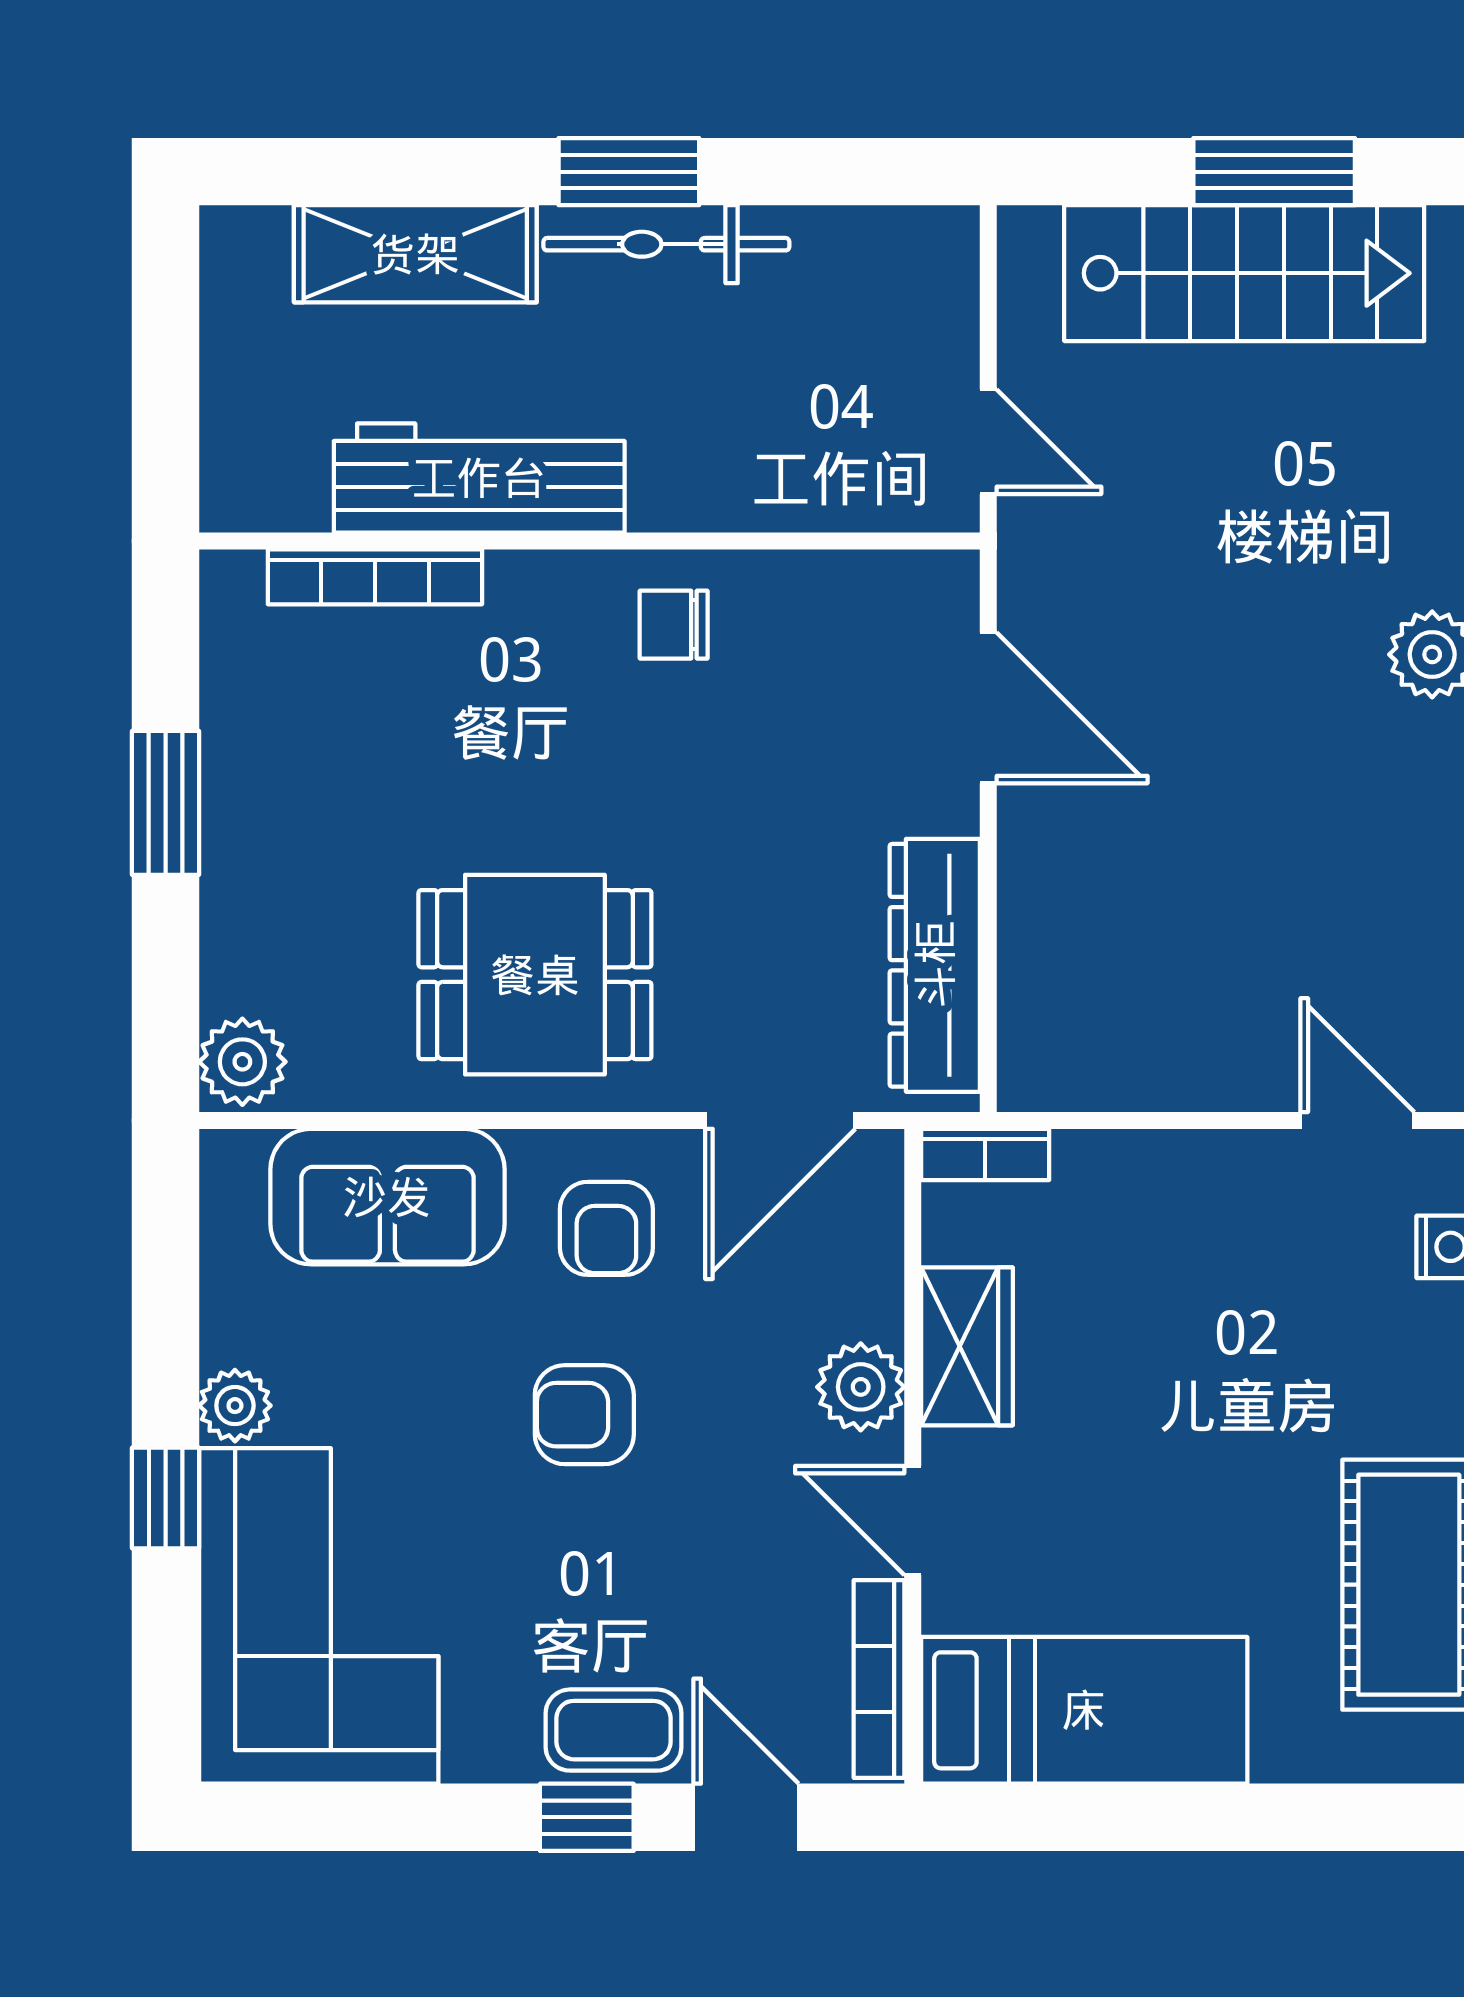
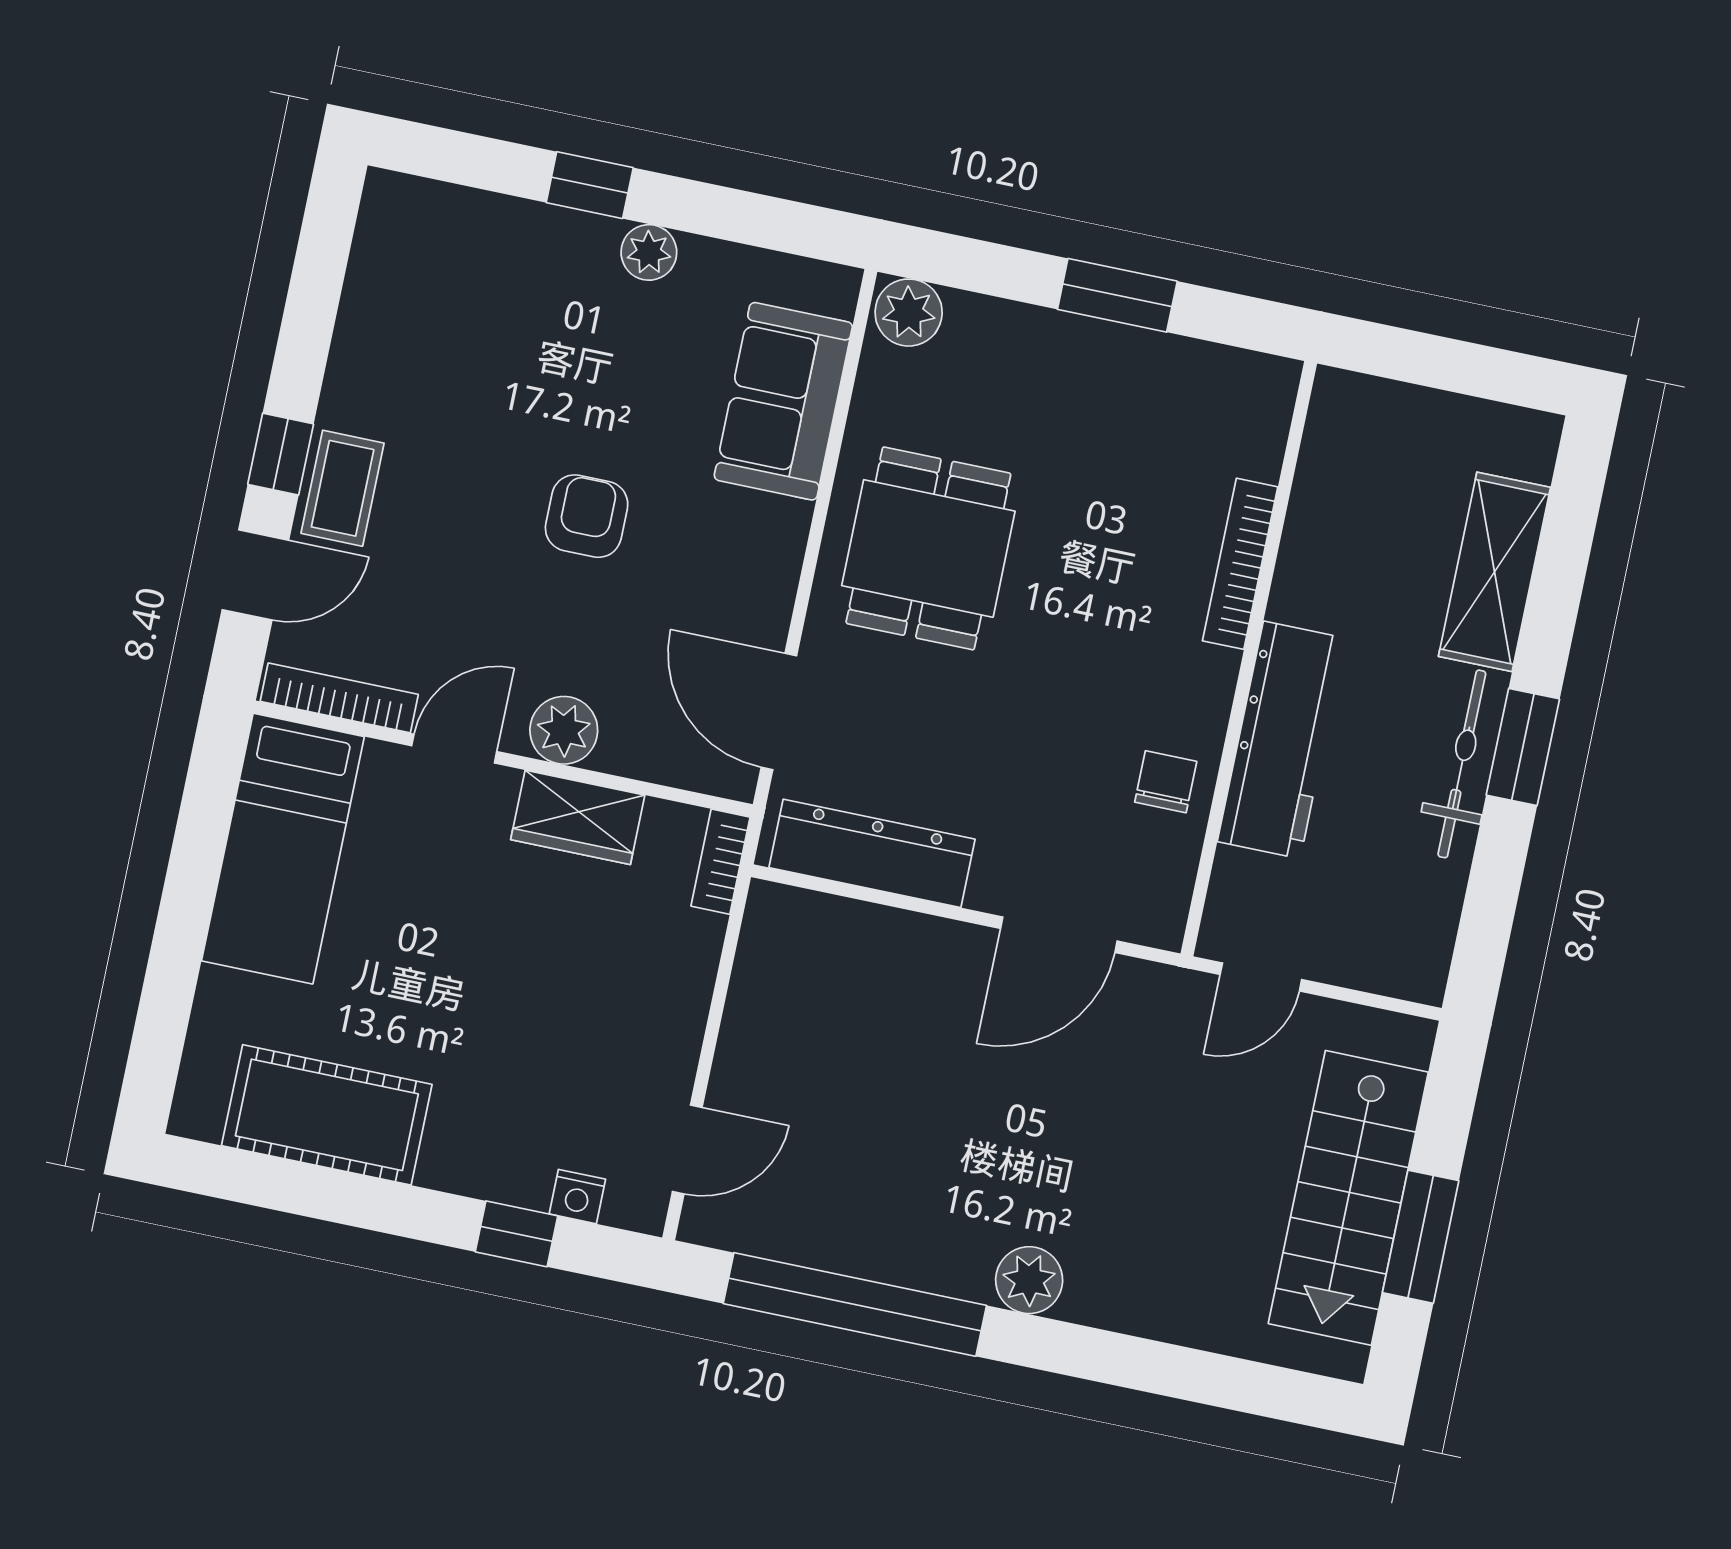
workbench: (479, 478) -> (1282, 740), moved
bookcase: (375, 577) -> (1240, 564), moved
chair: (674, 625) -> (1166, 782), moved
armchair: (606, 1228) -> (724, 562), removed
corner sofa: (319, 1616) -> (476, 283), removed

